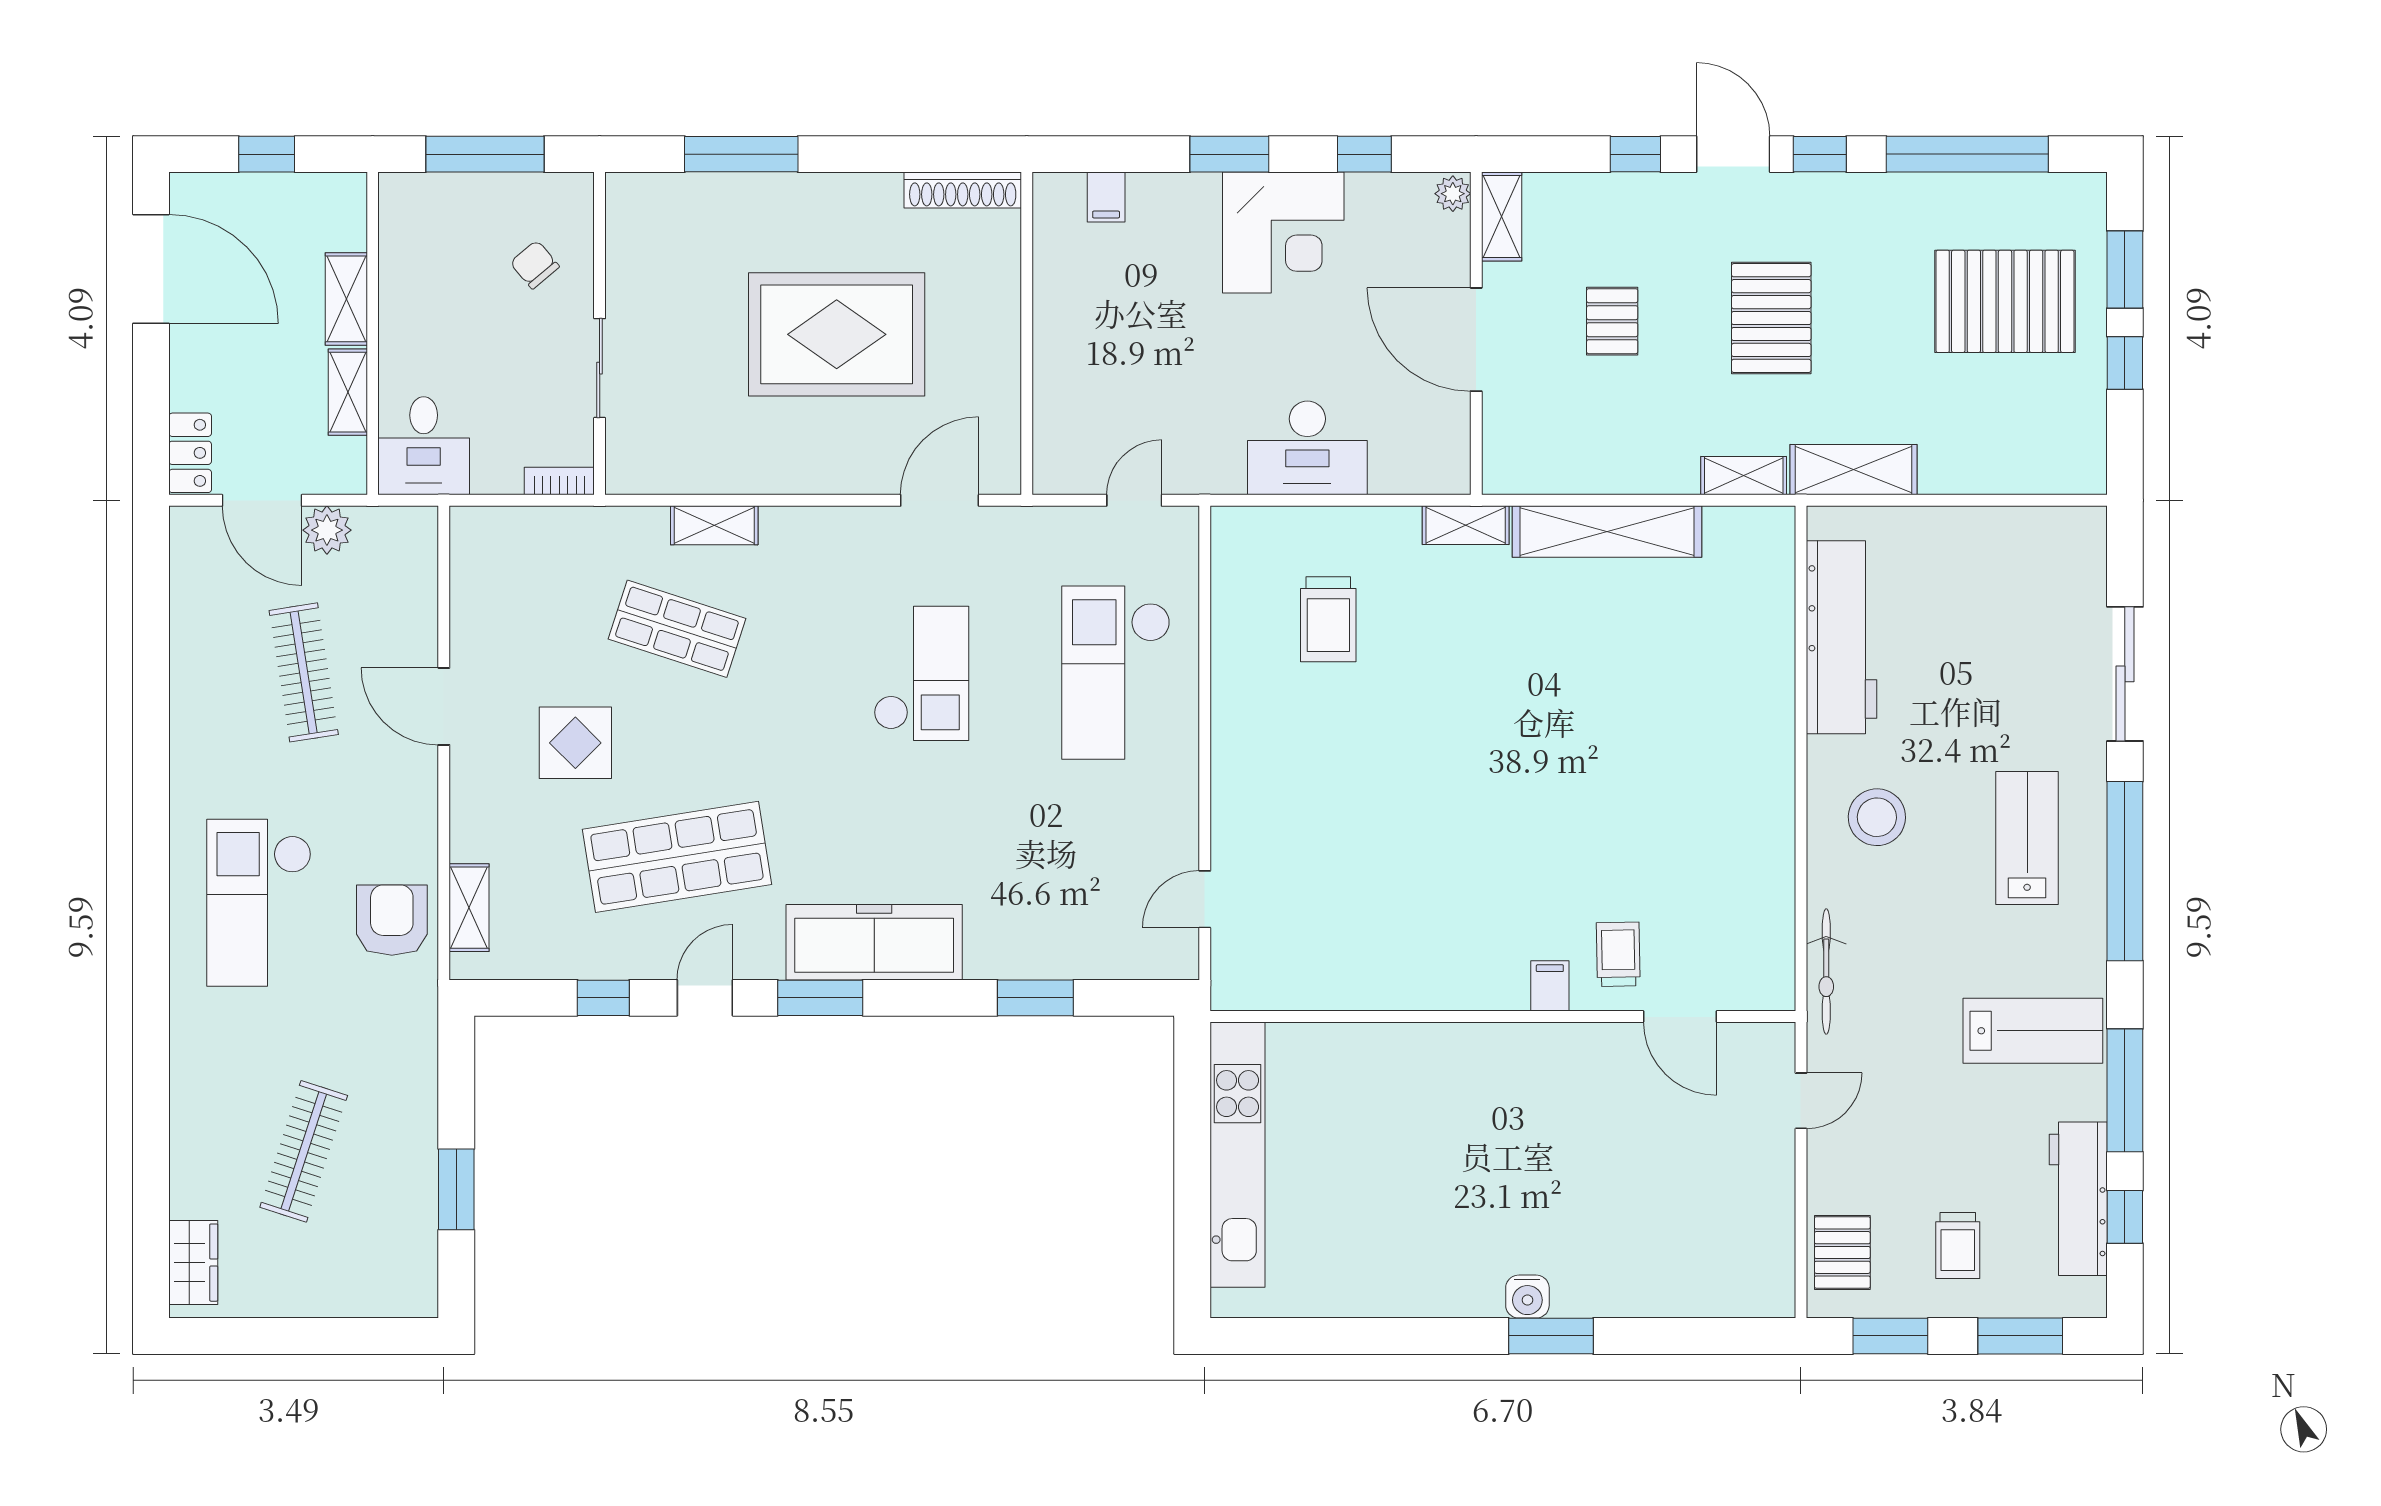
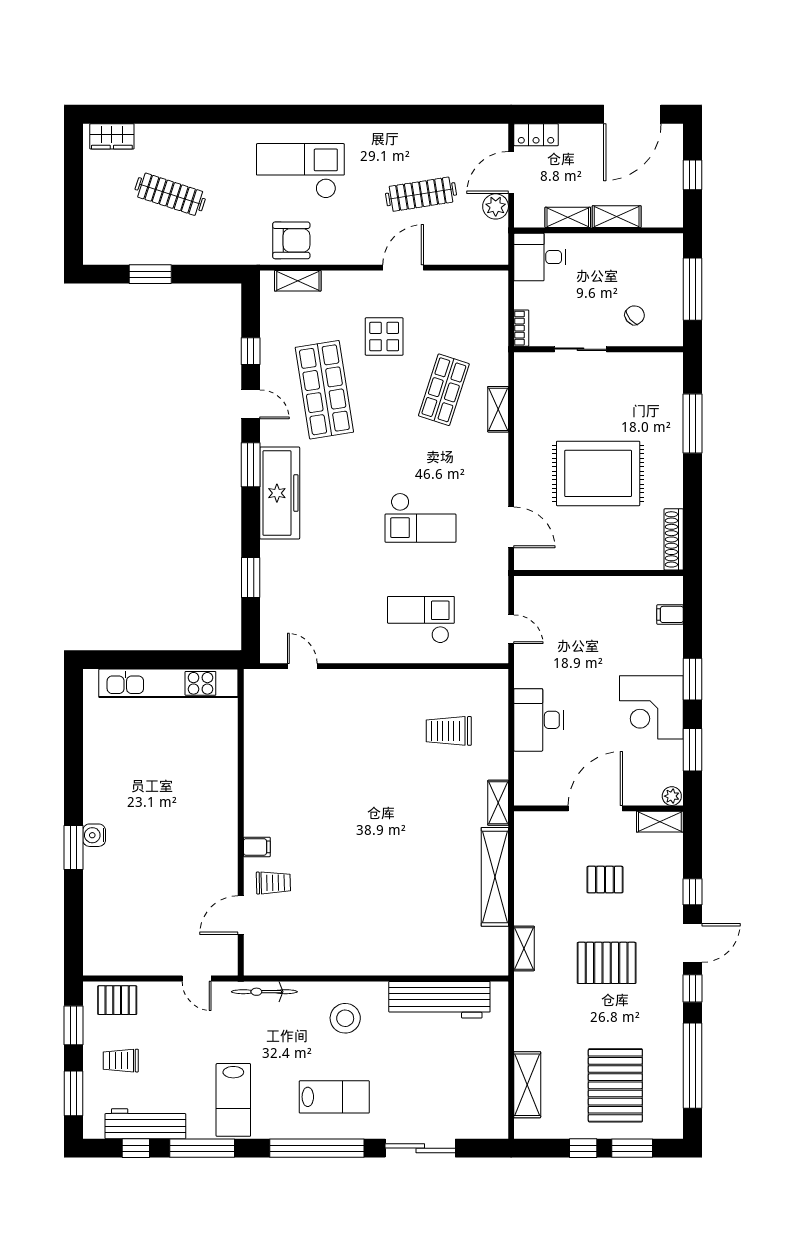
window: (1364, 154) -> (692, 750), width x1.50
rug: (837, 334) -> (598, 473), turned 90
shelving: (1853, 470) -> (527, 1085), moved
checkout: (1116, 673) -> (421, 620), width x0.73, depth x0.83

